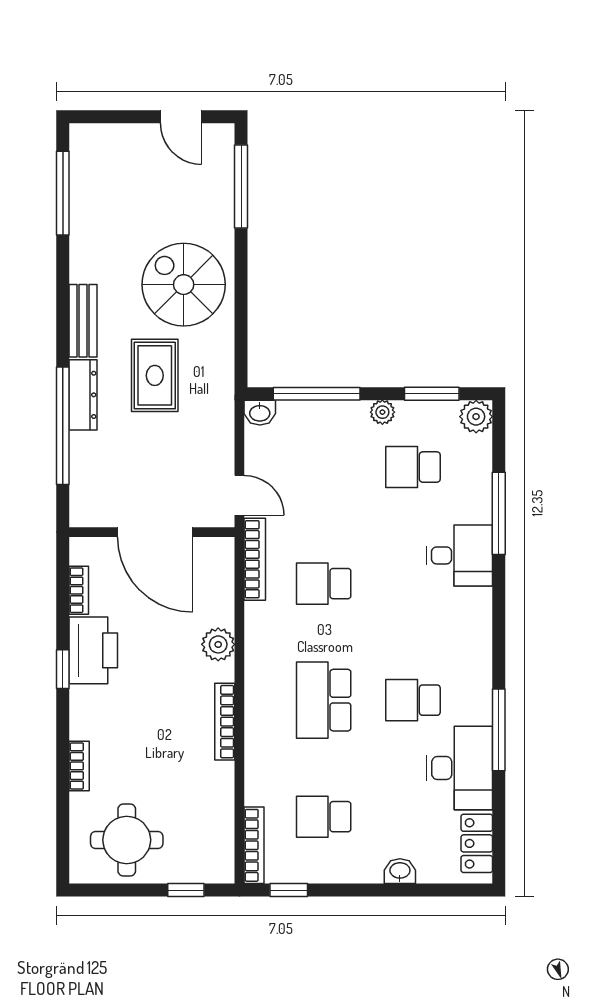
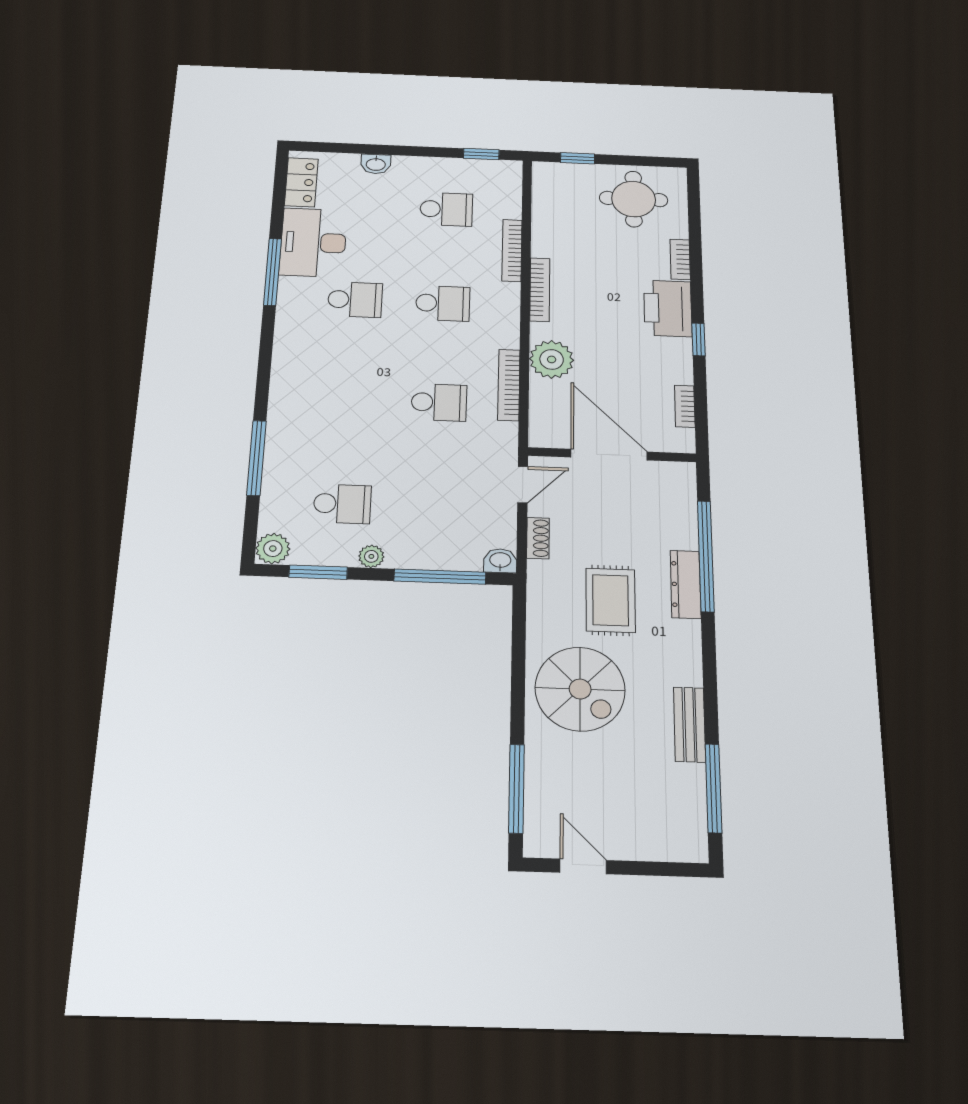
bench: (83, 321) -> (689, 724), moved
shoe rack: (224, 438) -> (538, 538), added
door: (239, 495) -> (523, 485), swing flipped
desk: (459, 555) -> (300, 422), removed
bookcase: (255, 559) -> (509, 385), moved
plant: (218, 644) -> (552, 359), width x1.36, depth x1.36
printer: (93, 650) -> (668, 308), moved
school desk: (324, 700) -> (443, 303), width x0.54
bookcase: (254, 845) -> (512, 250), moved

